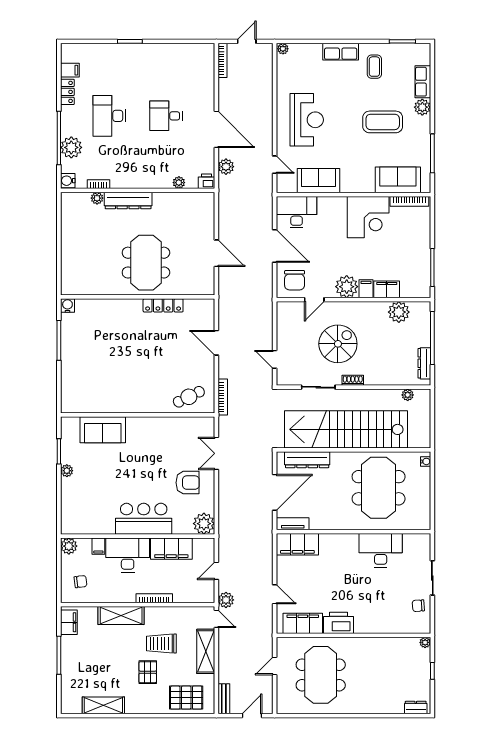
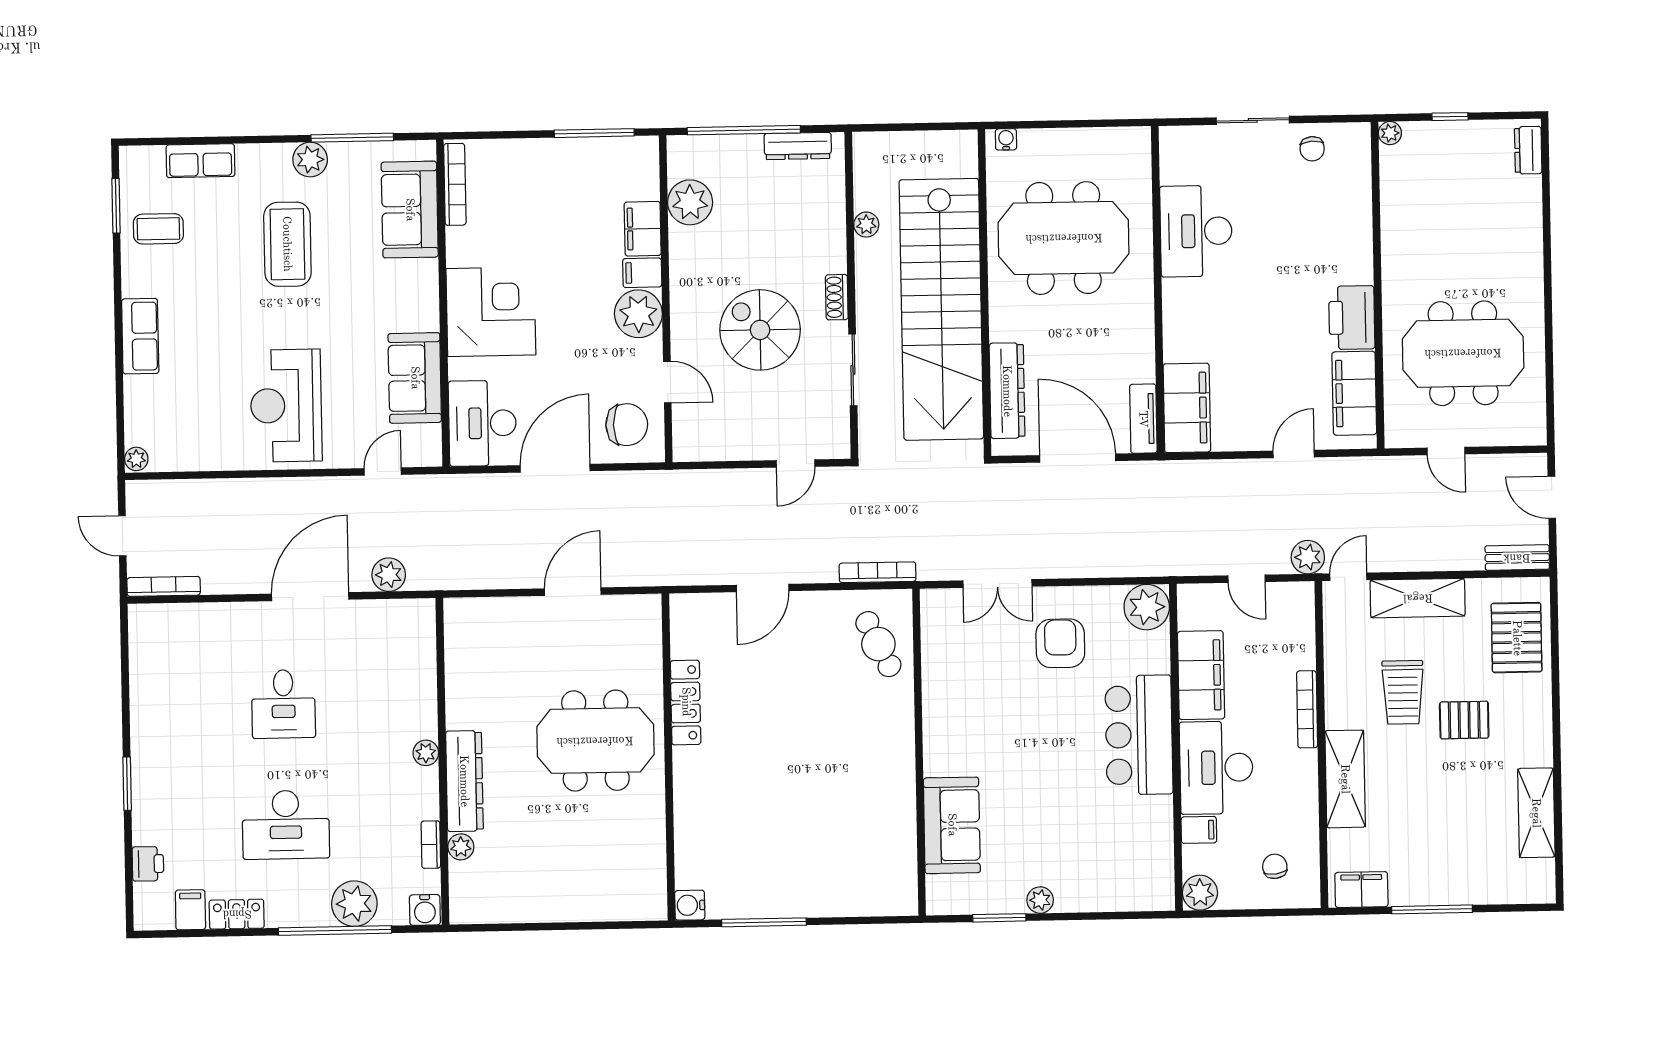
coffee table: (374, 67) -> (158, 229), moved
plant: (422, 107) -> (310, 160), moved
reception desk: (307, 120) -> (286, 406), turned -90
printer: (207, 181) -> (148, 864), moved, turned 180
plant: (179, 183) -> (426, 753), moved
corner desk: (368, 217) -> (491, 312), moved
plant: (408, 395) -> (866, 225), moved

